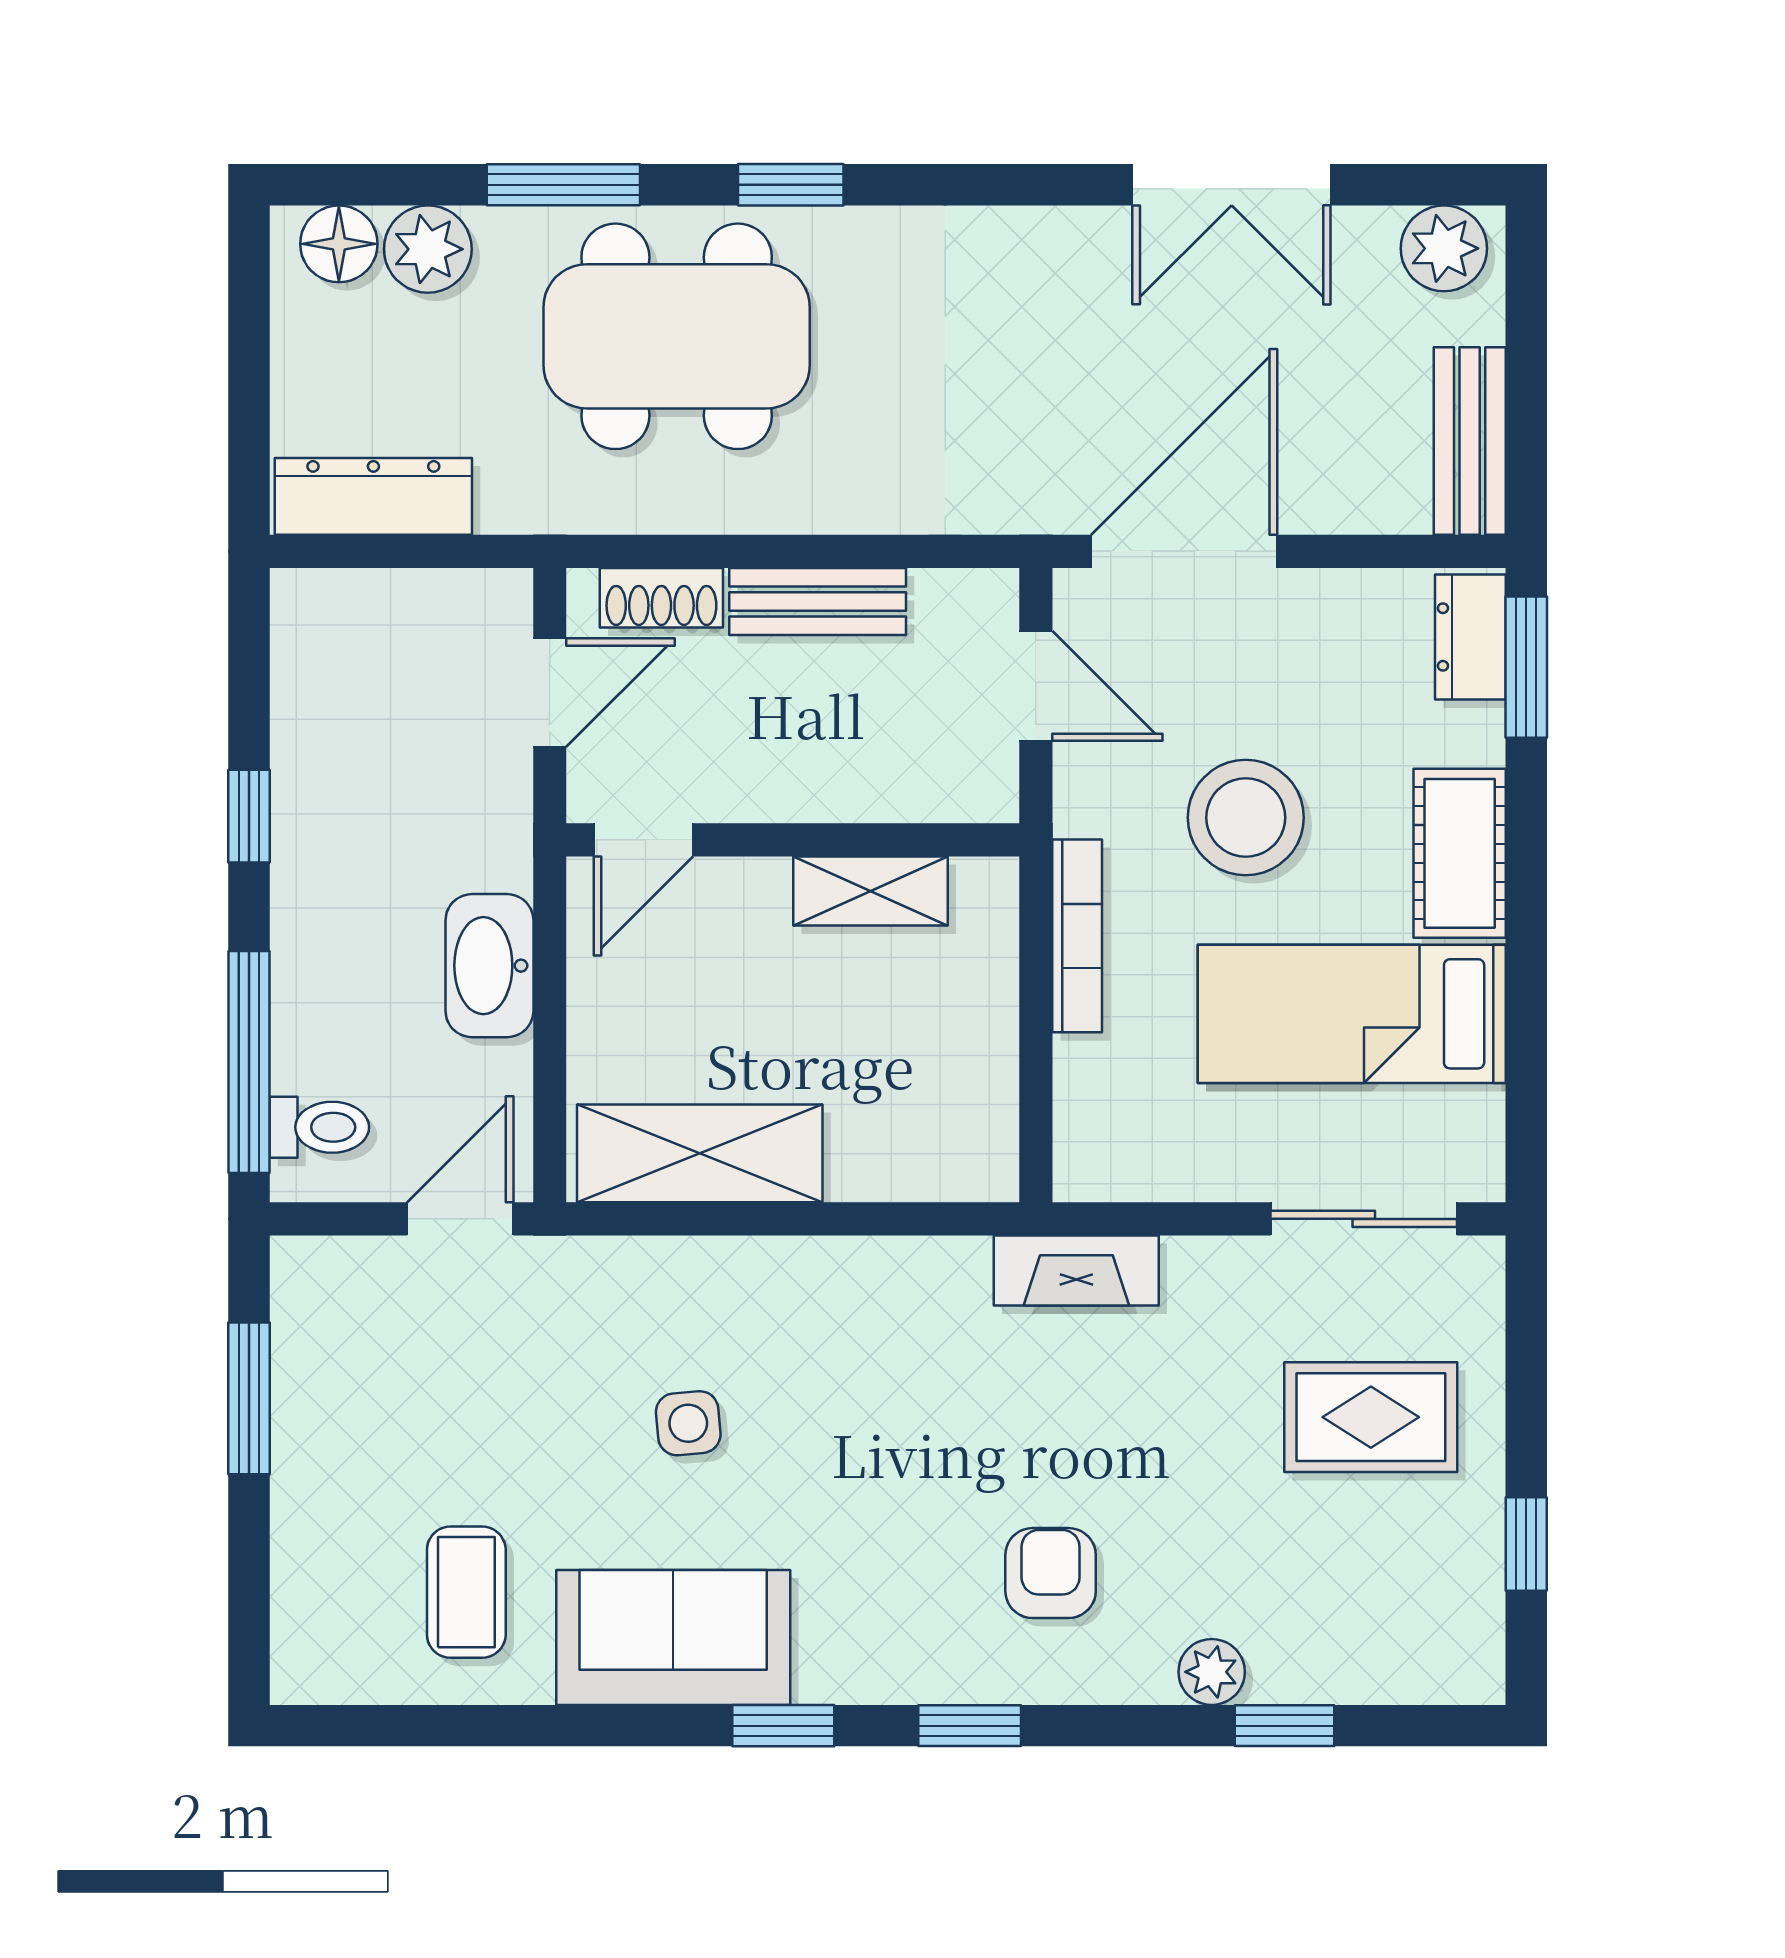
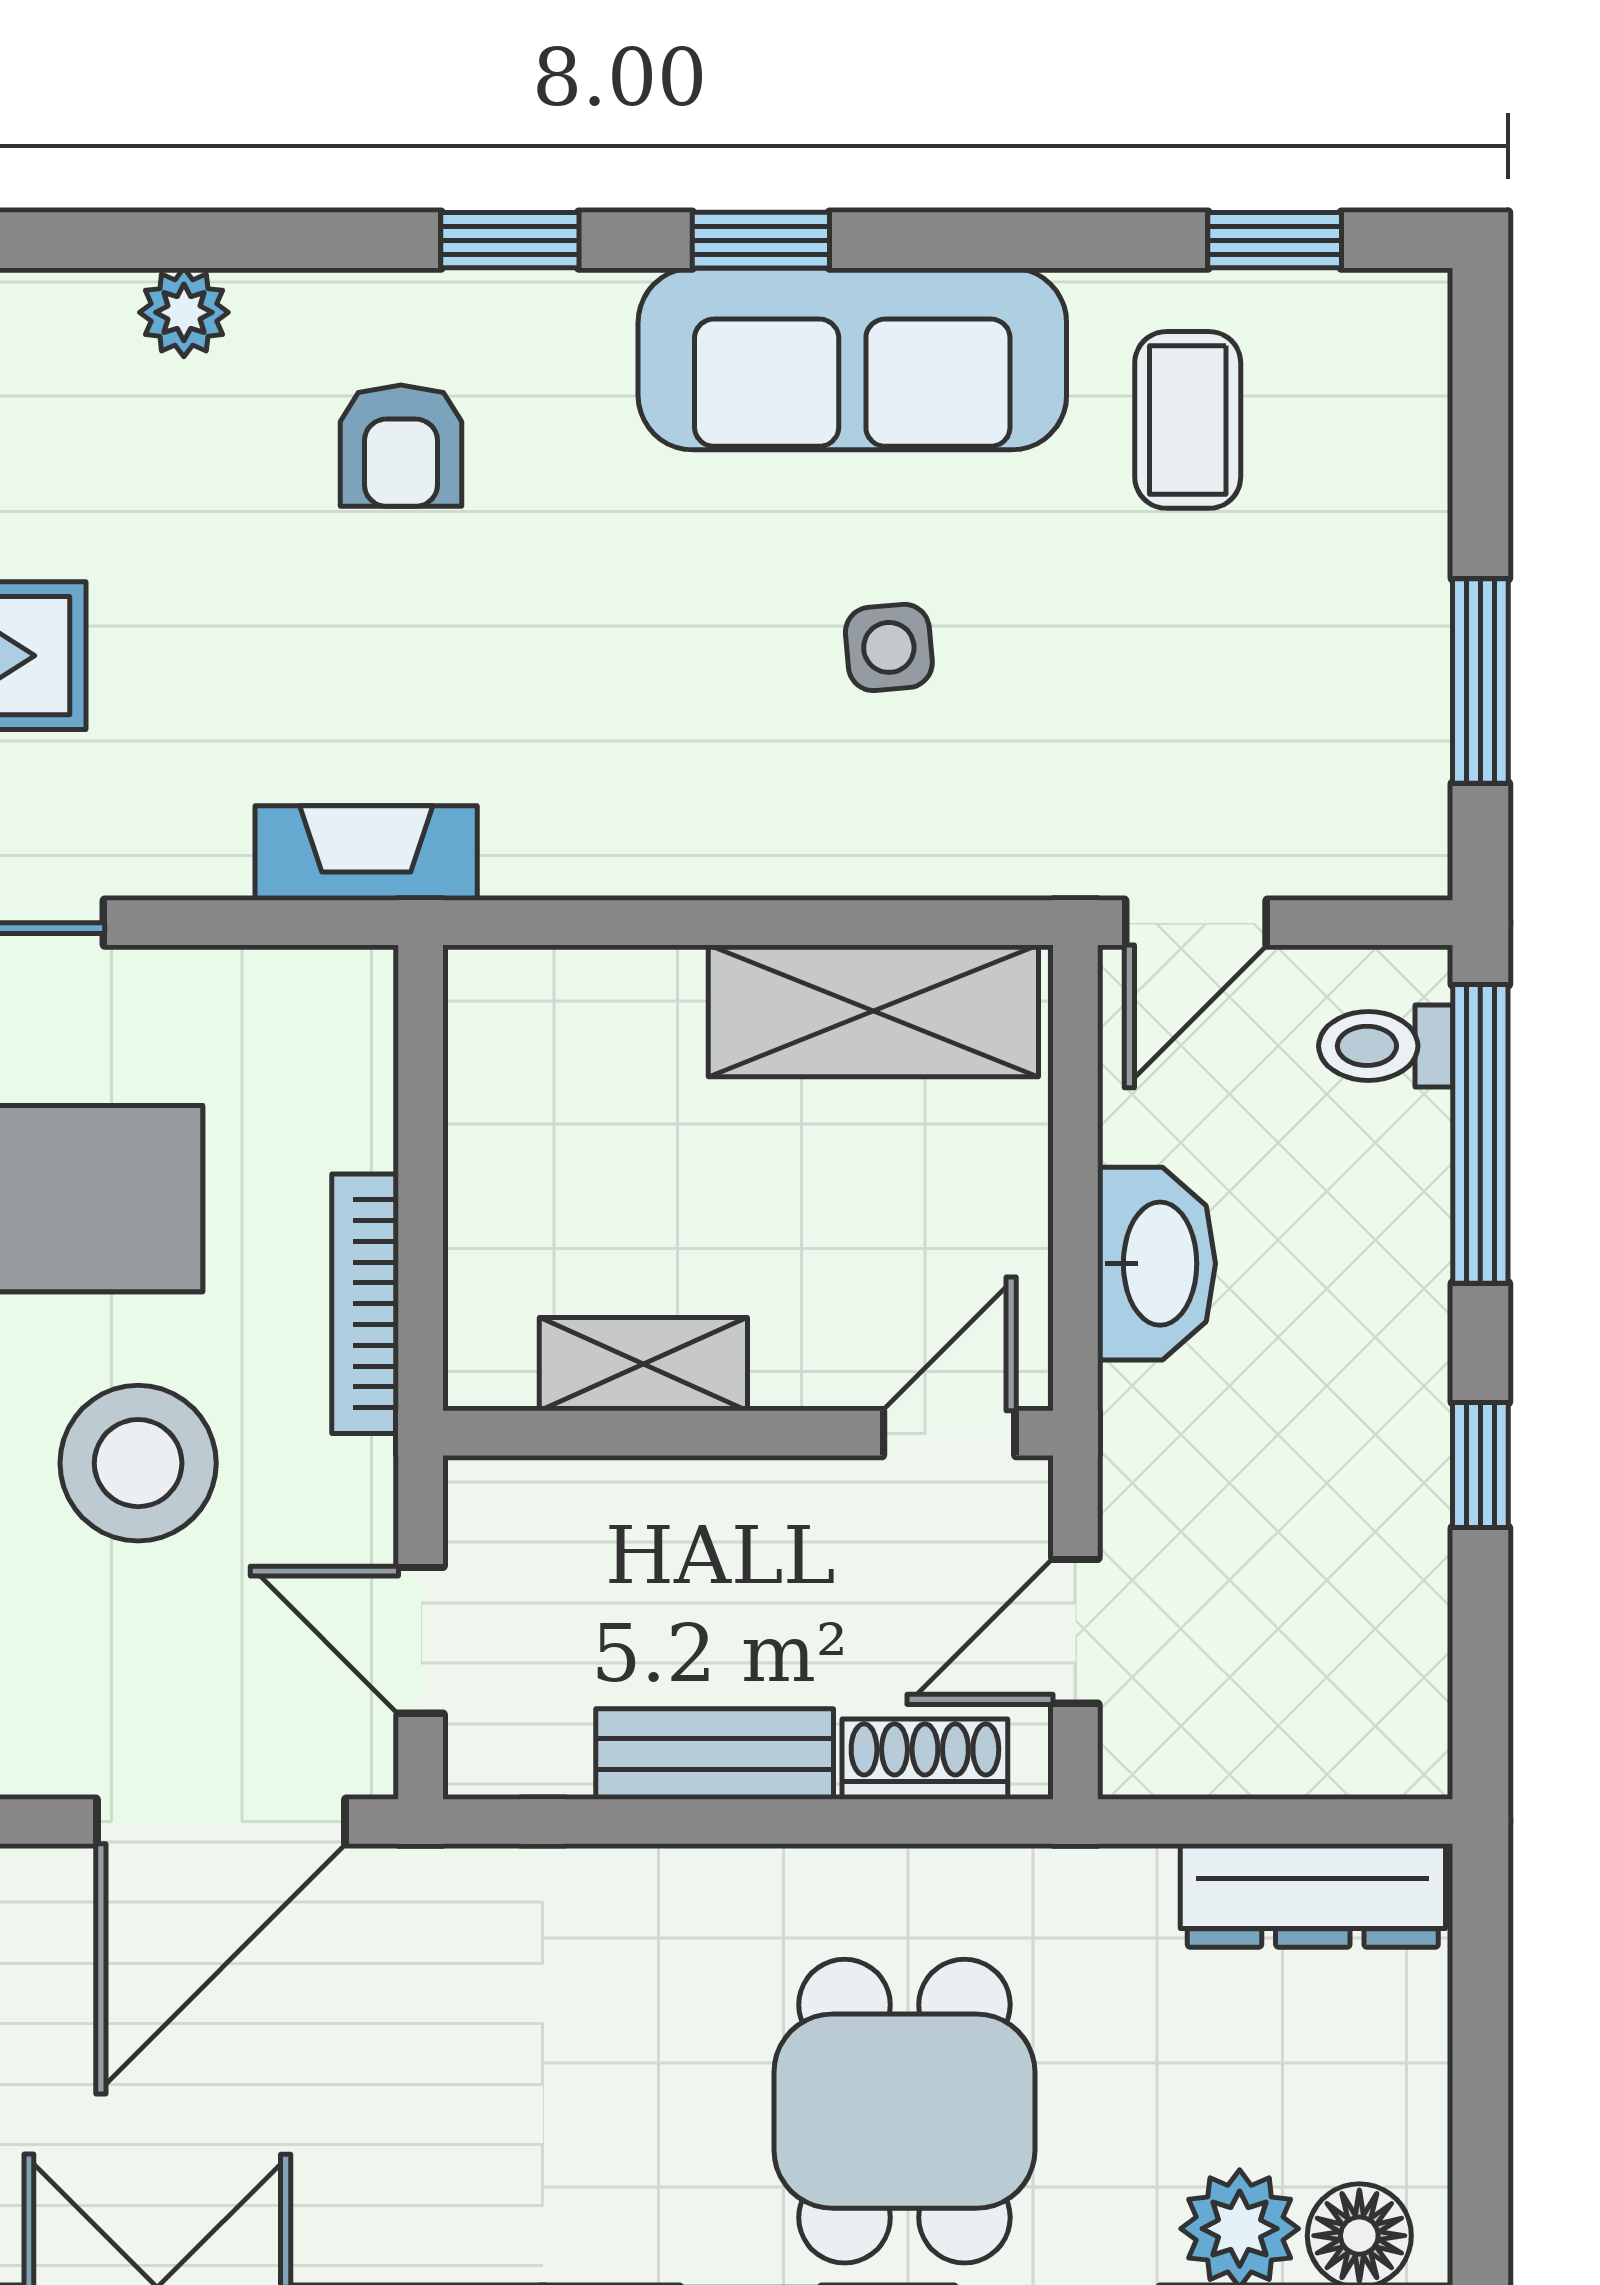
dining table: (677, 336) -> (904, 2111), width x0.73
sofa: (673, 1637) -> (852, 359), width x1.36
window: (1284, 1726) -> (1275, 240), moved

